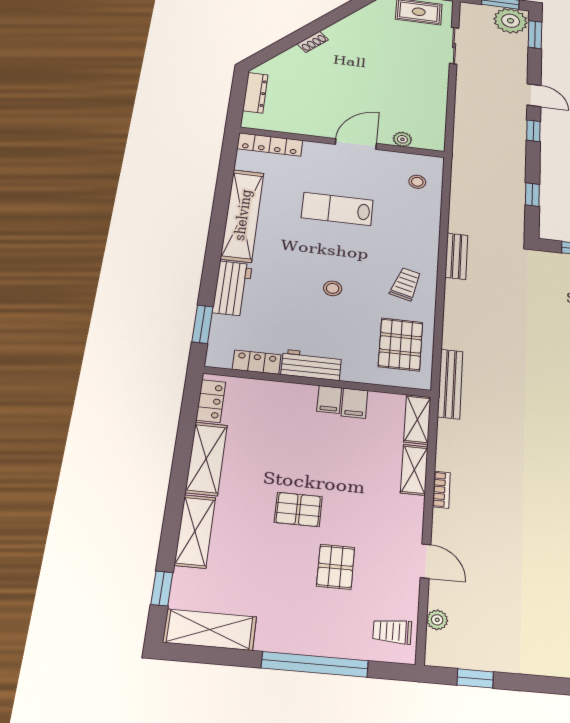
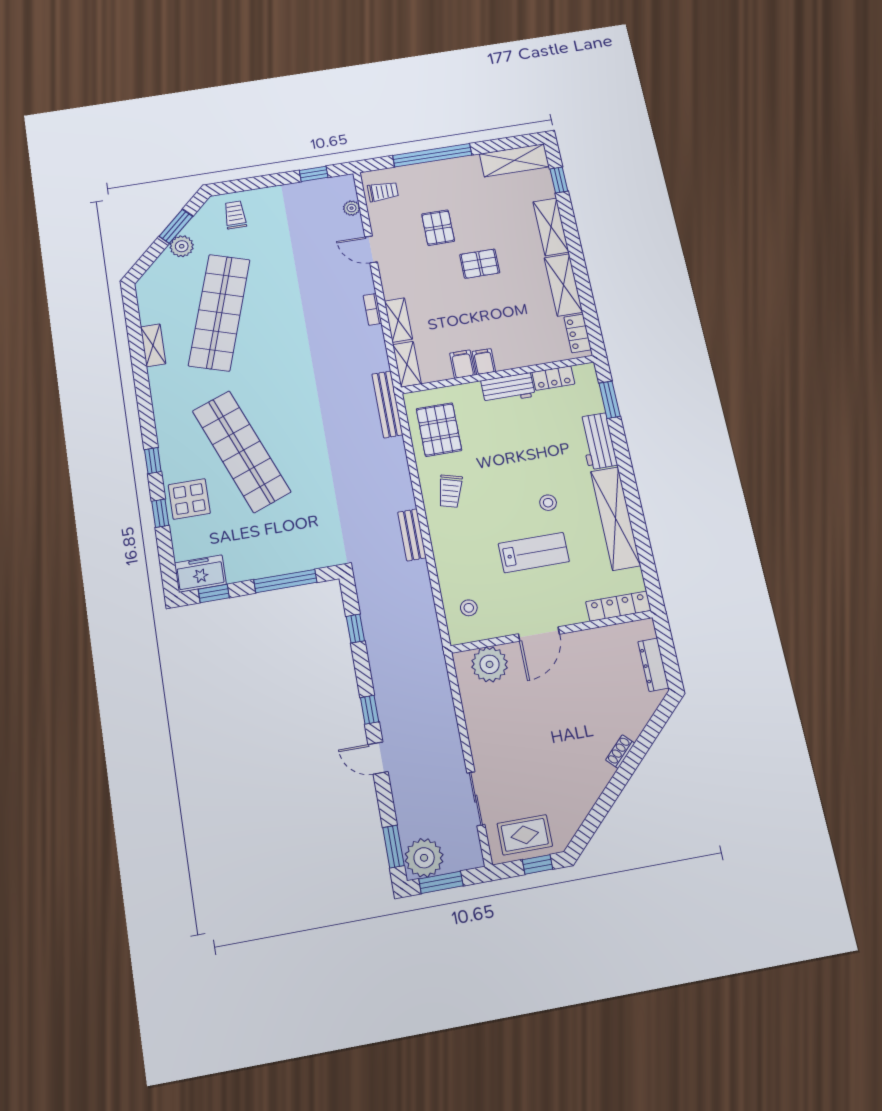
plant: (402, 139) -> (490, 664), width x1.88, depth x1.88
stool: (333, 288) -> (548, 503), moved

